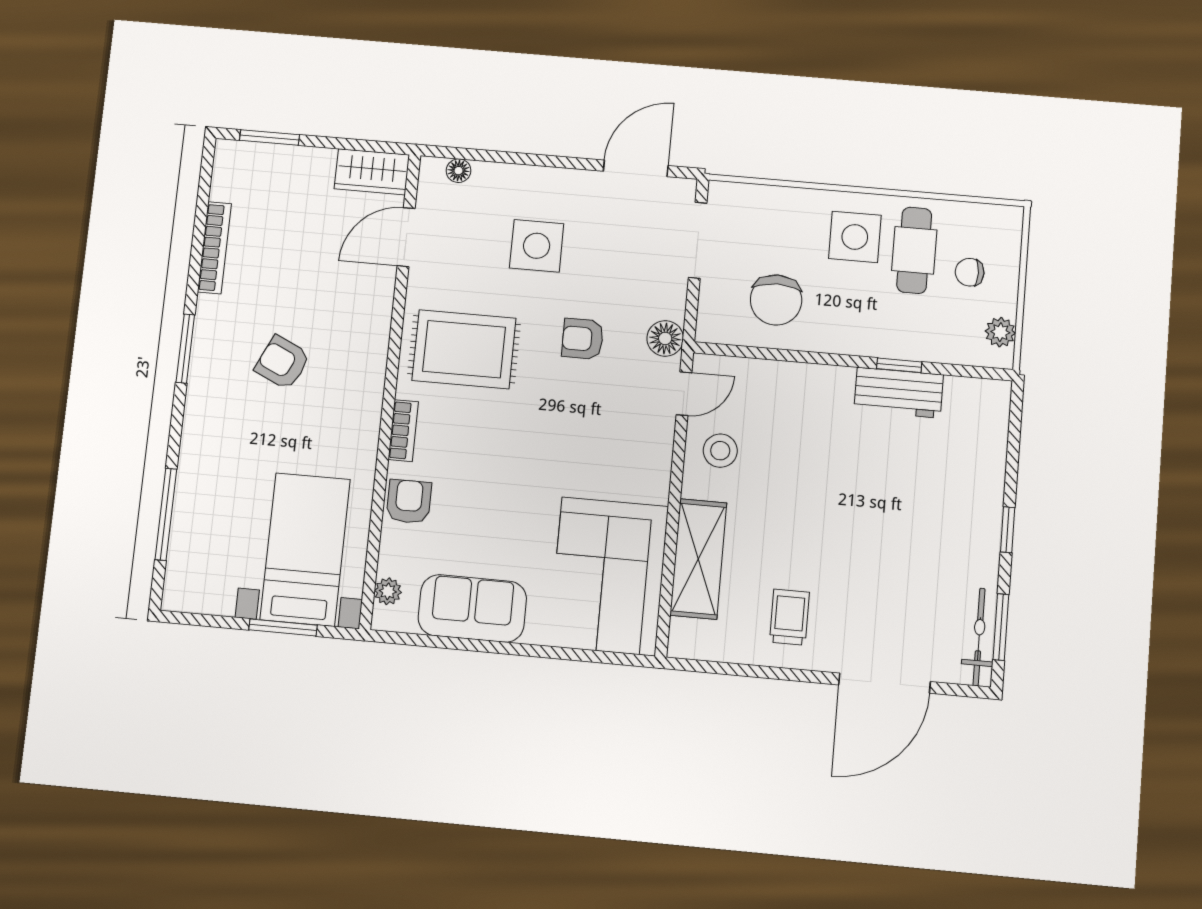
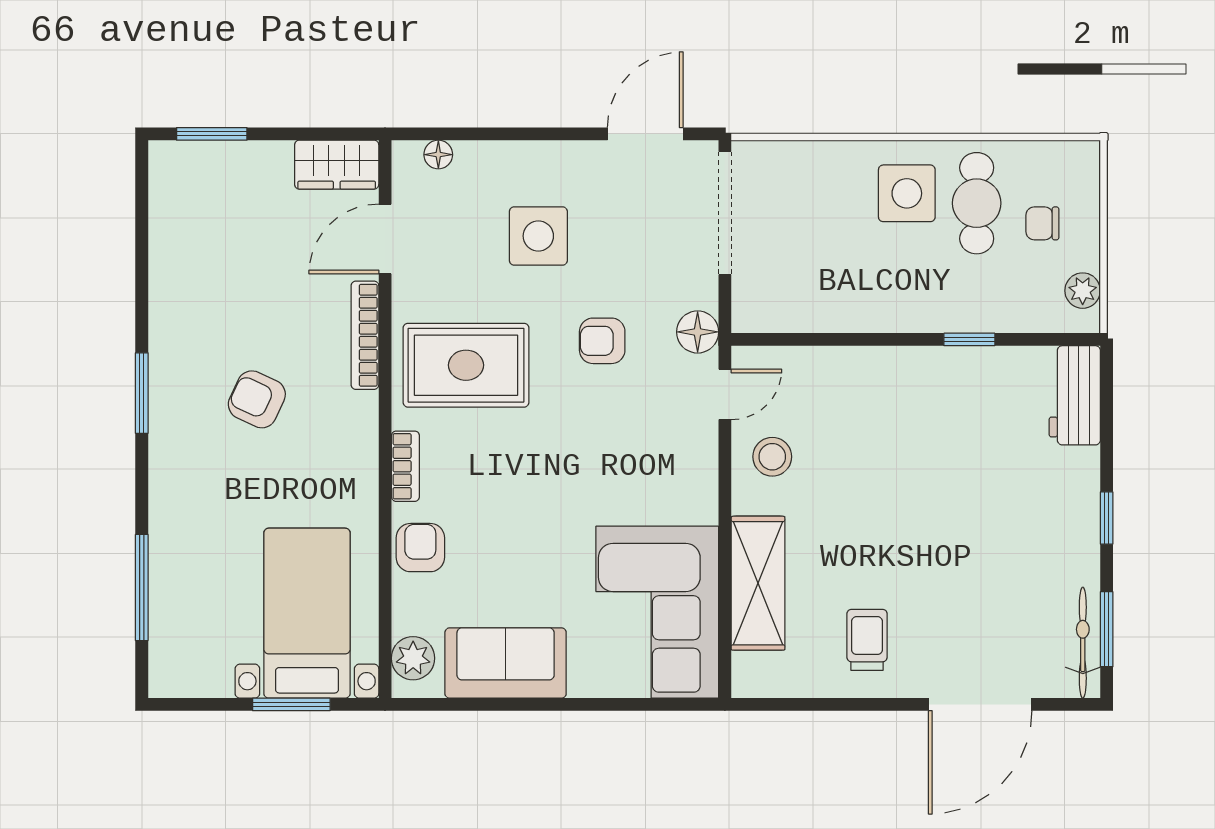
doorway: (698, 240) -> (725, 213), width x1.36
bookcase: (214, 248) -> (365, 335), moved, turned 180
chair: (776, 300) -> (822, 276), removed
workbench: (899, 393) -> (1075, 395), moved, turned 90
plant: (388, 591) -> (413, 658), width x1.38, depth x1.38

